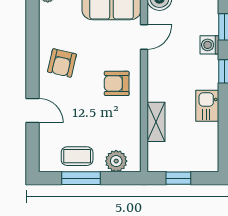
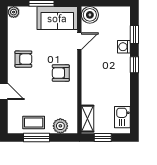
armchair: (62, 63) -> (23, 59), turned -103
kitchen sink: (207, 106) -> (122, 117), moved
shelving: (156, 122) -> (87, 119), moved

